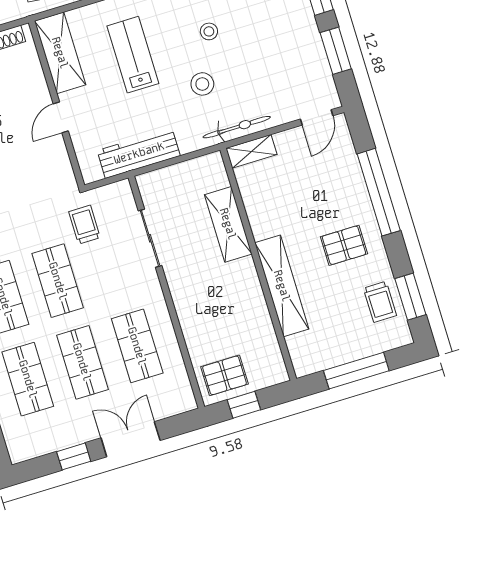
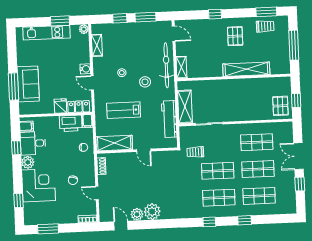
bicycle: (237, 127) -> (166, 65), width x1.37, depth x1.40
window: (379, 192) -> (215, 14), width x0.32
shelving: (228, 224) -> (185, 107), moved, turned 90

